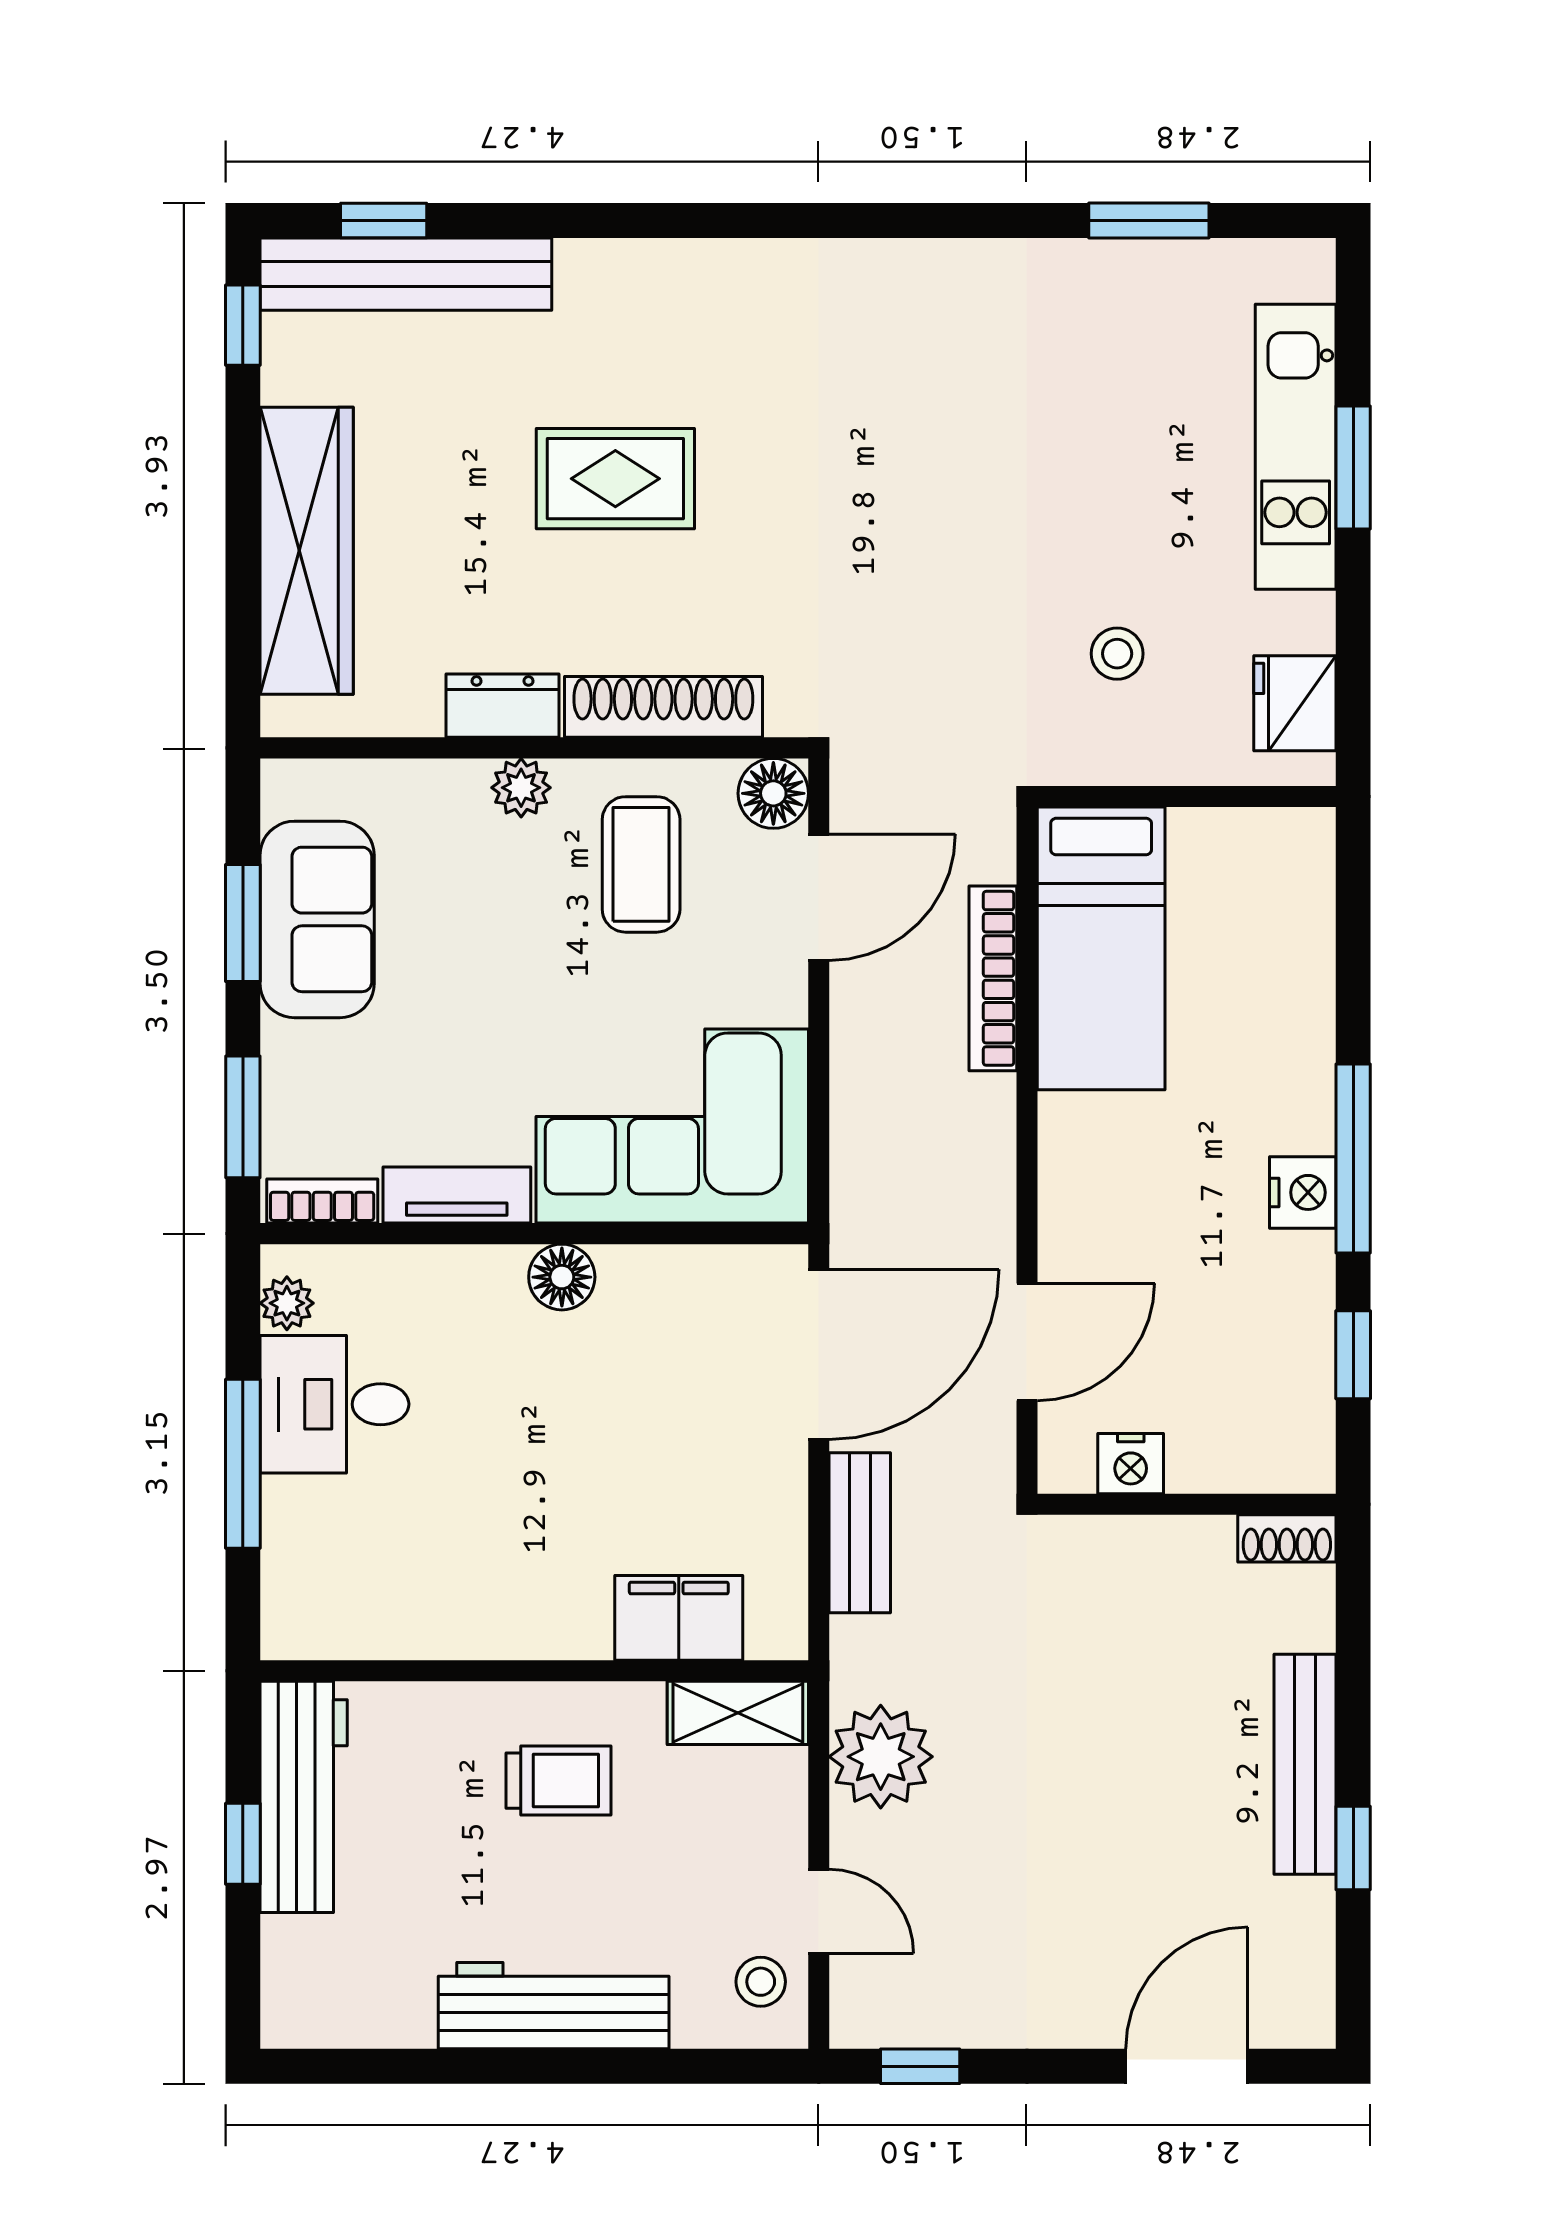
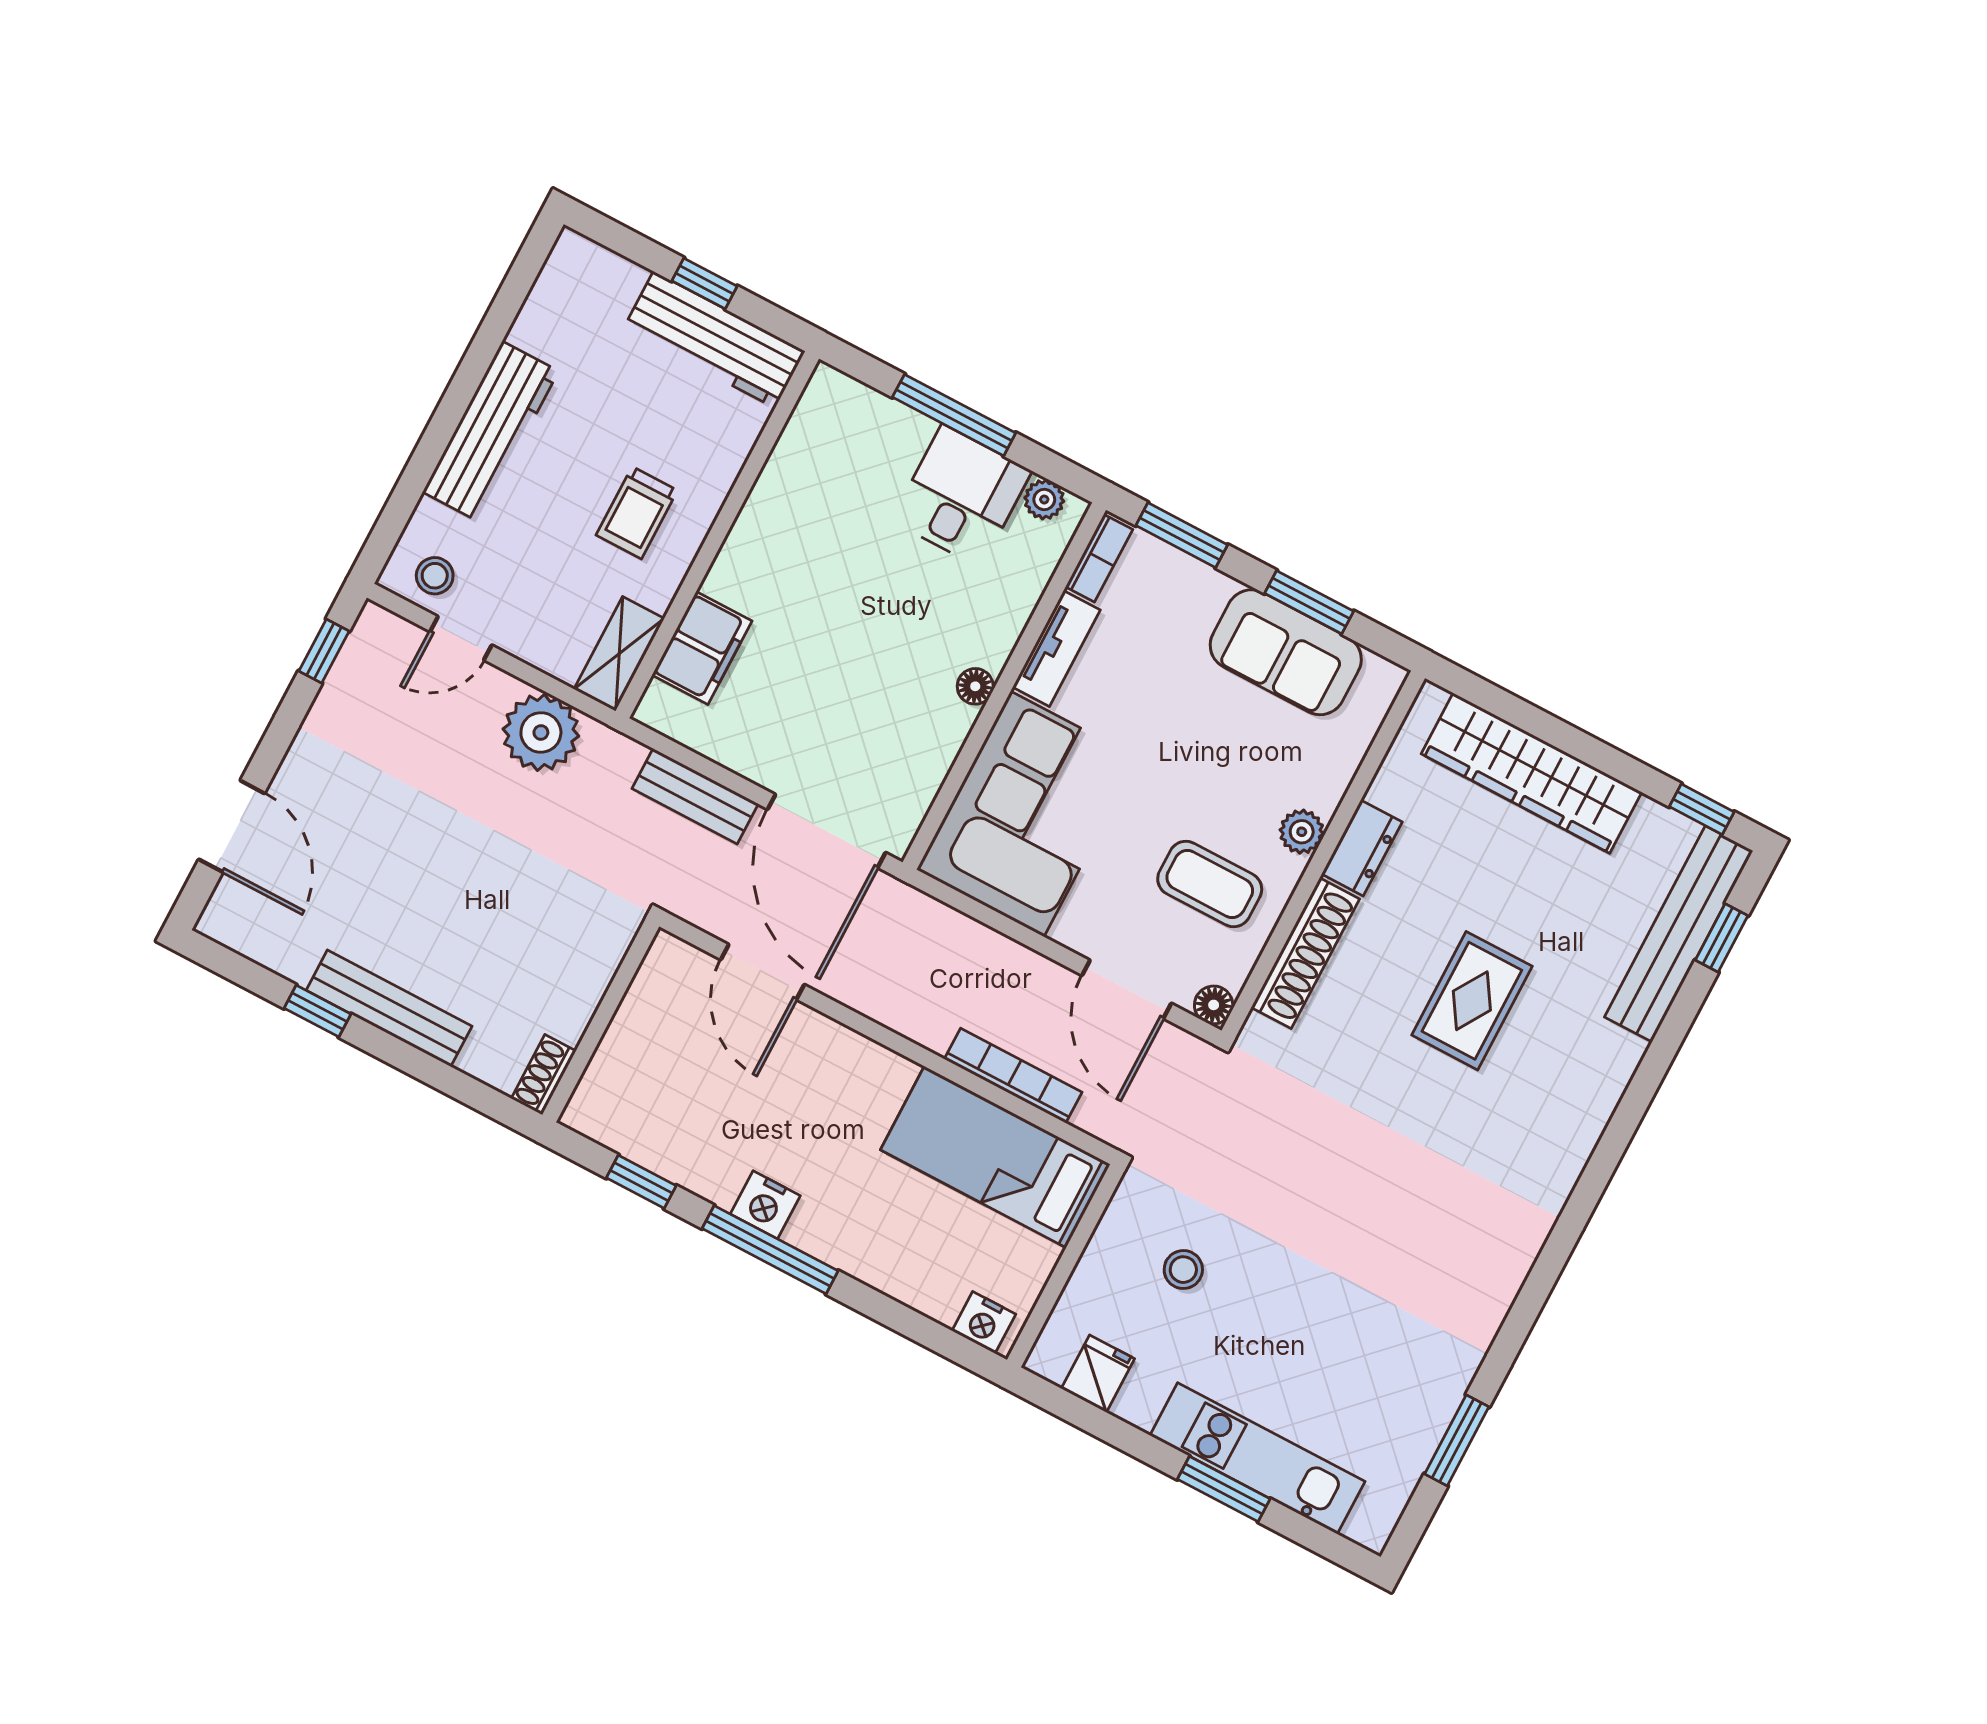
fridge: (1295, 703) -> (1098, 1374), width x0.72
floor lamp: (773, 793) -> (1214, 1005), width x0.73, depth x0.73
floor lamp: (562, 1277) -> (975, 686), width x0.73, depth x0.73
nightstand: (1131, 1464) -> (984, 1322), moved, turned -90

